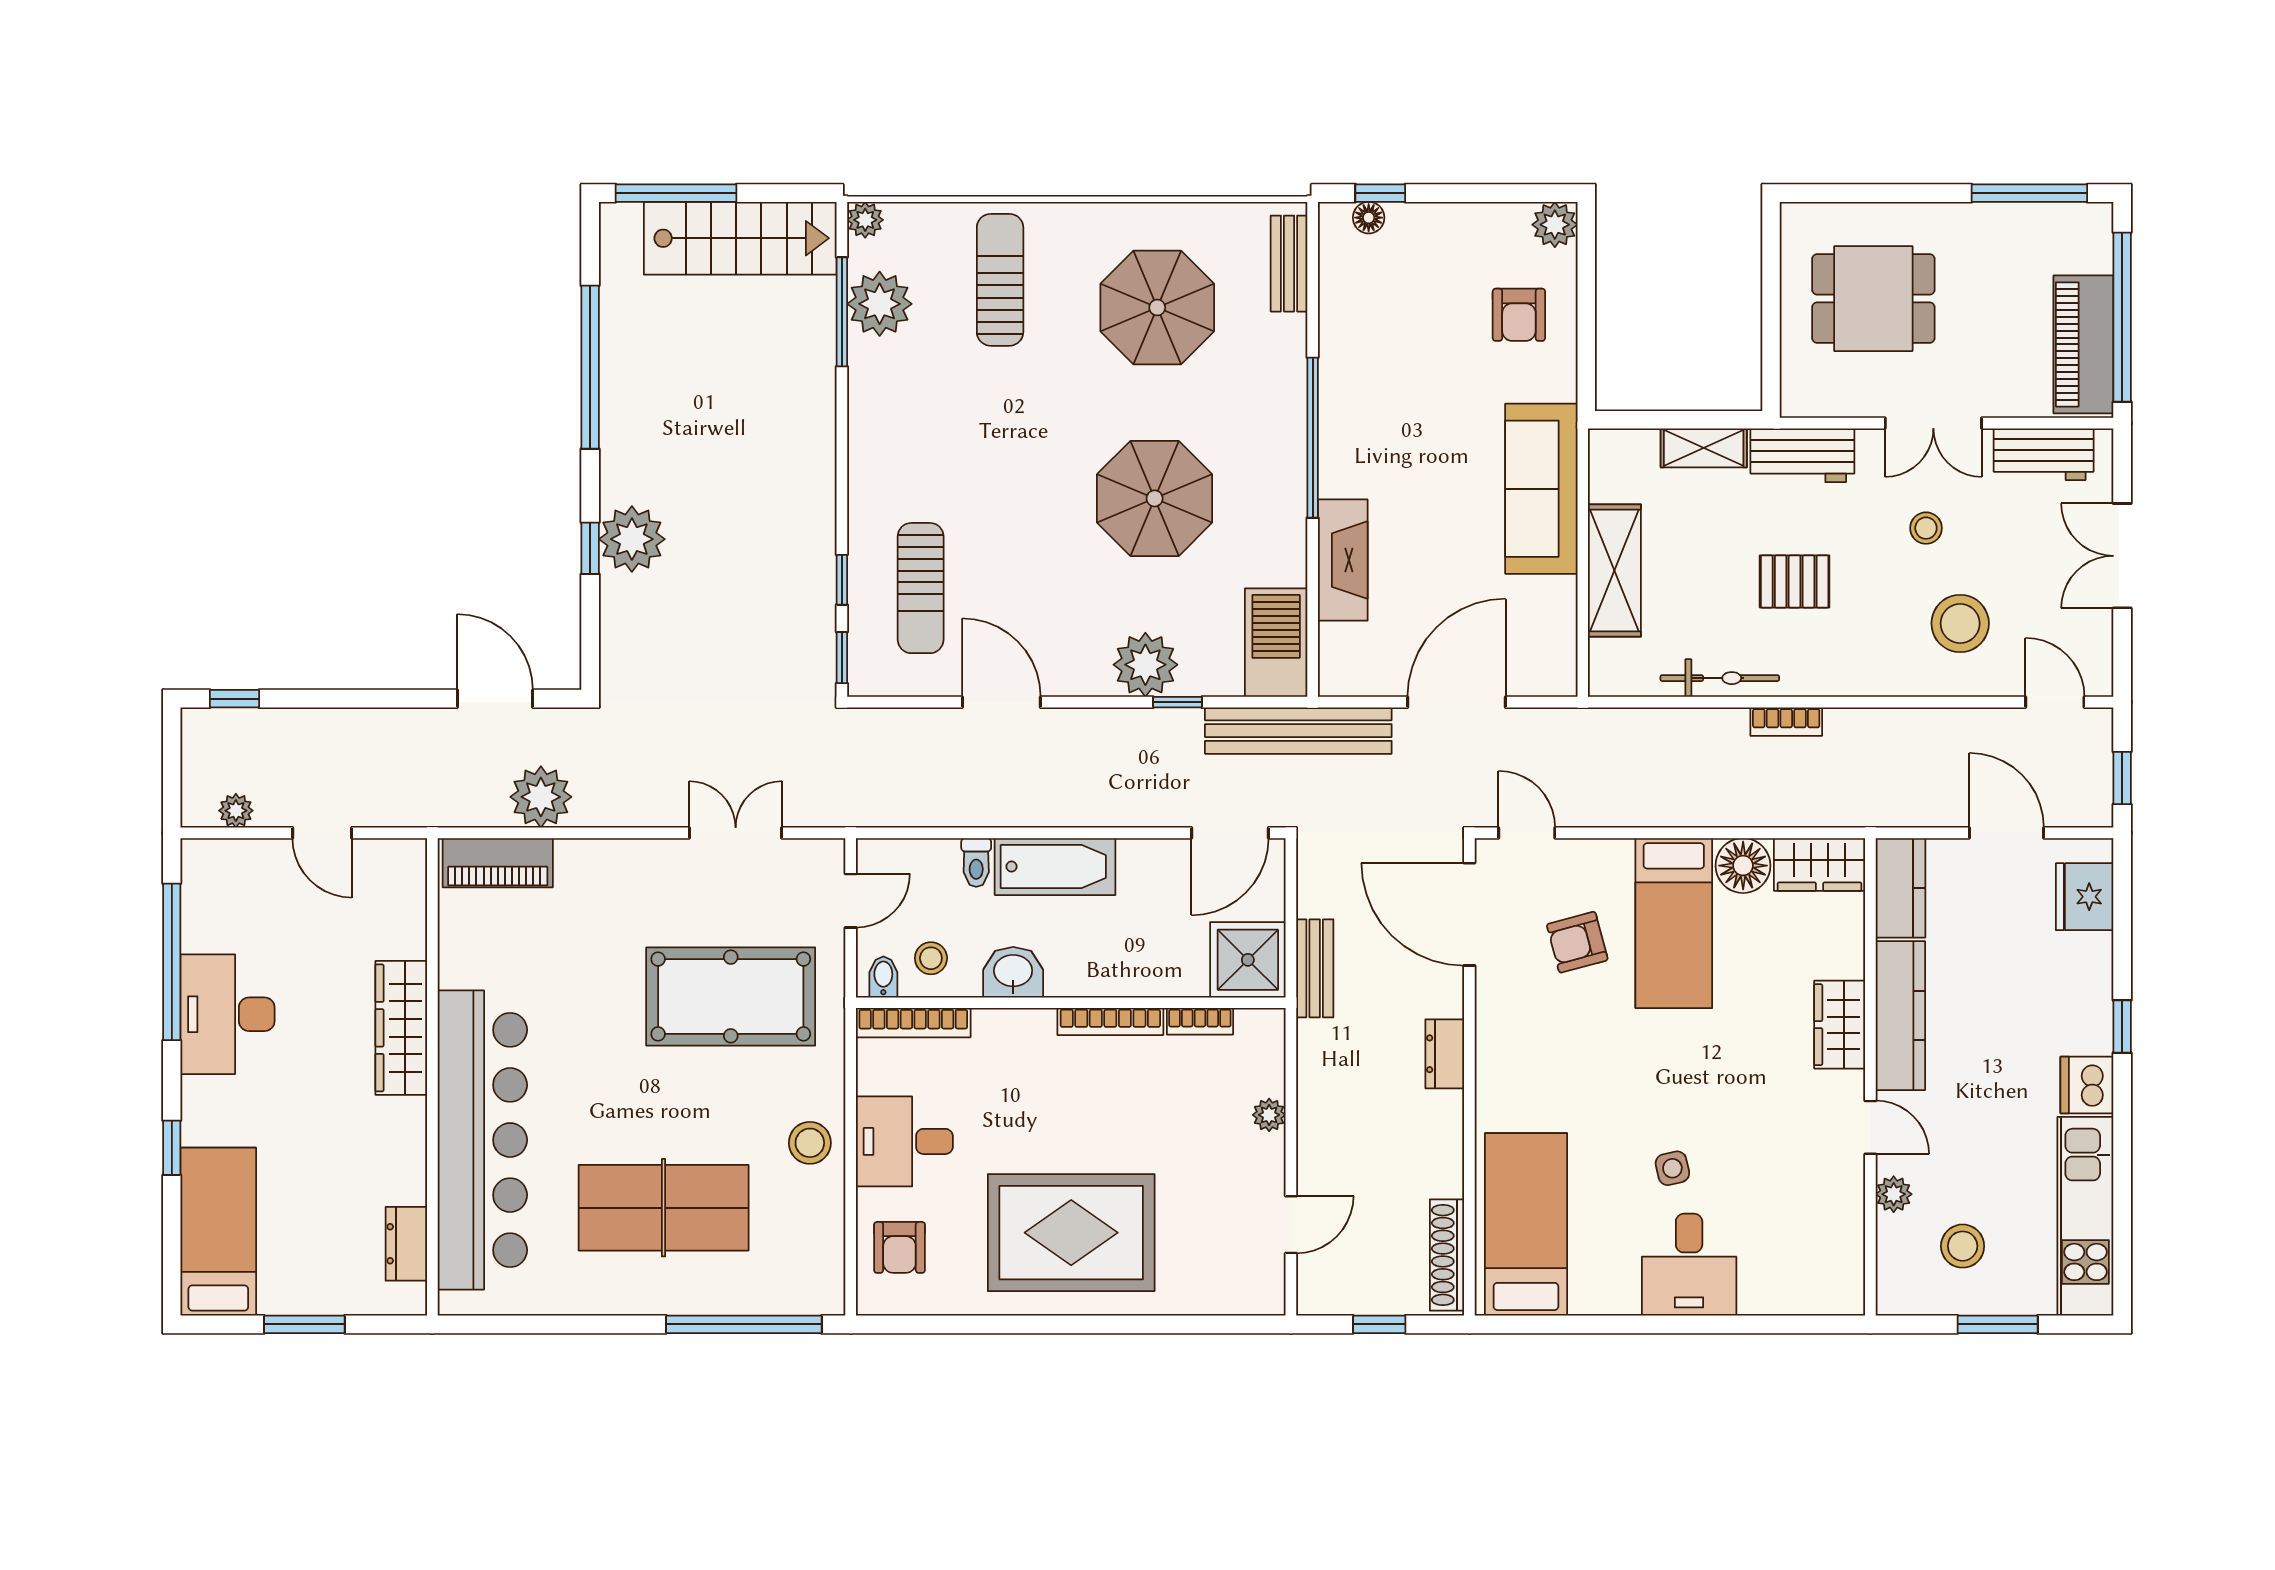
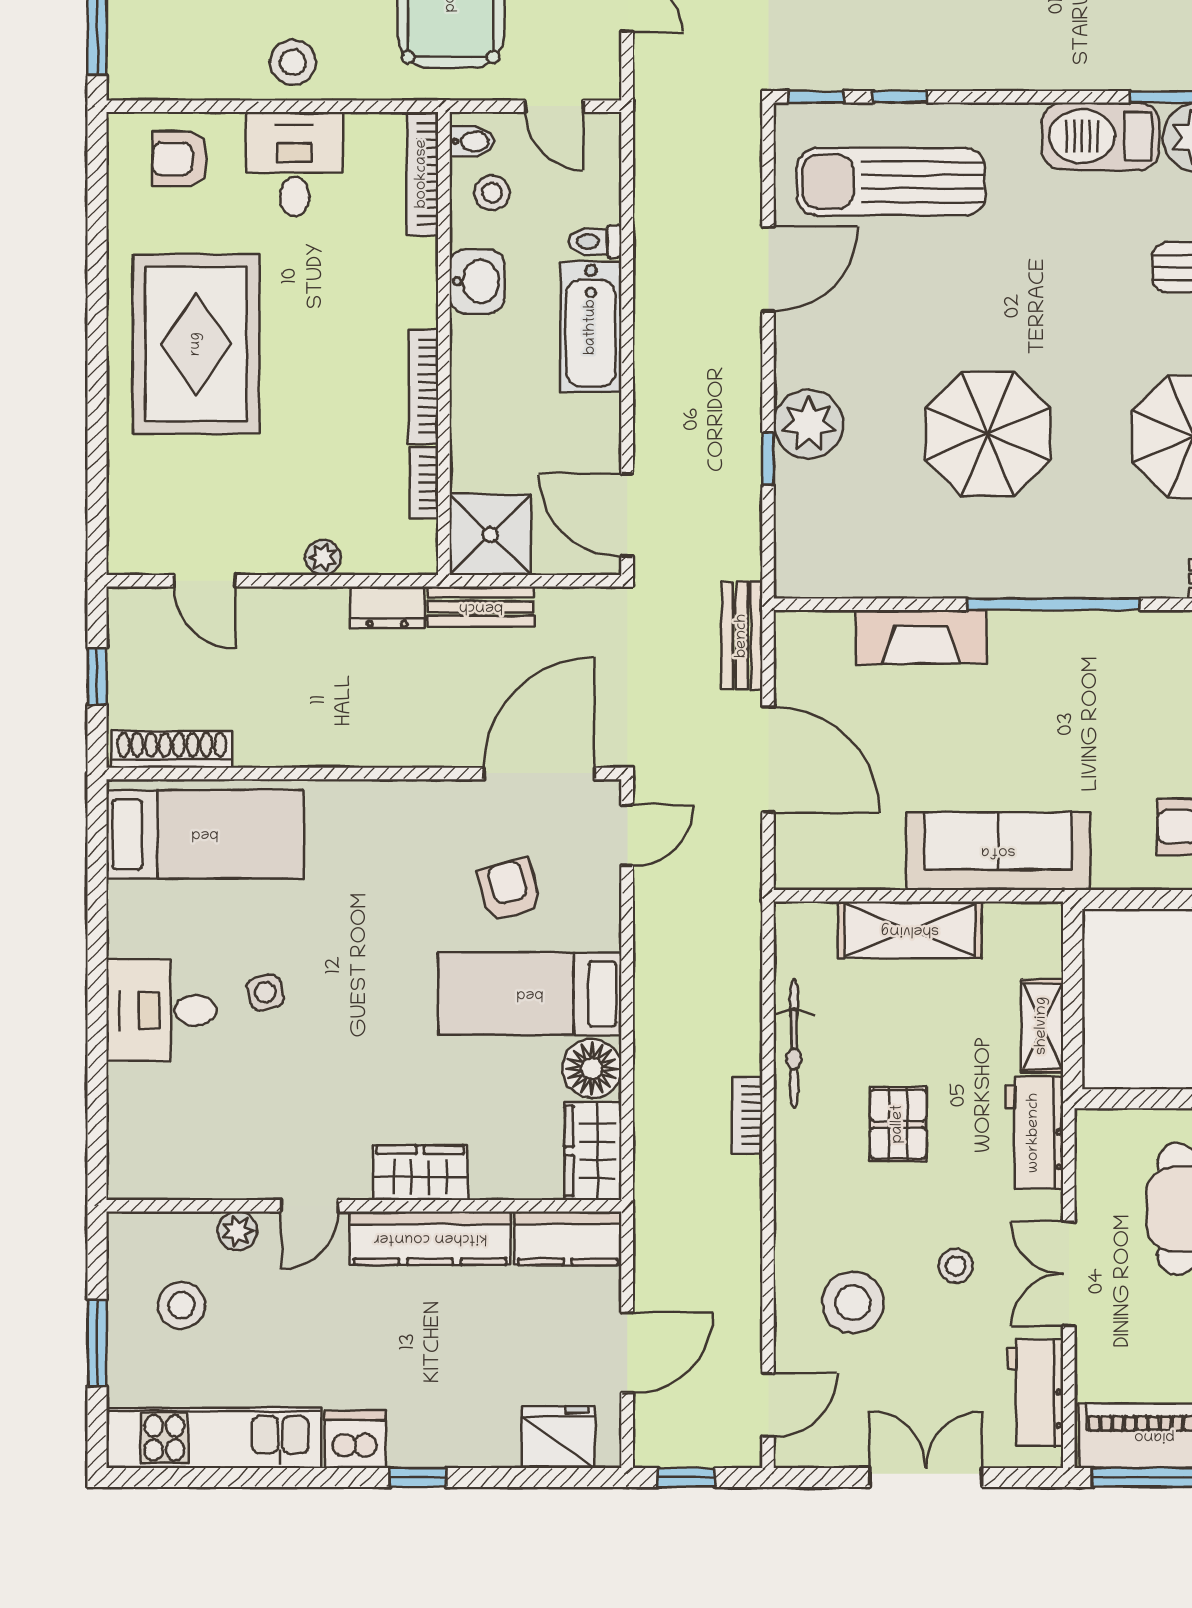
sun lounger: (921, 588) -> (891, 182), width x1.36, depth x1.34
barbecue: (1276, 643) -> (1101, 136), moved, turned 180
bench: (1298, 731) -> (742, 636), width x0.54, depth x0.82
dresser: (1445, 1054) -> (387, 607), moved, turned 180

